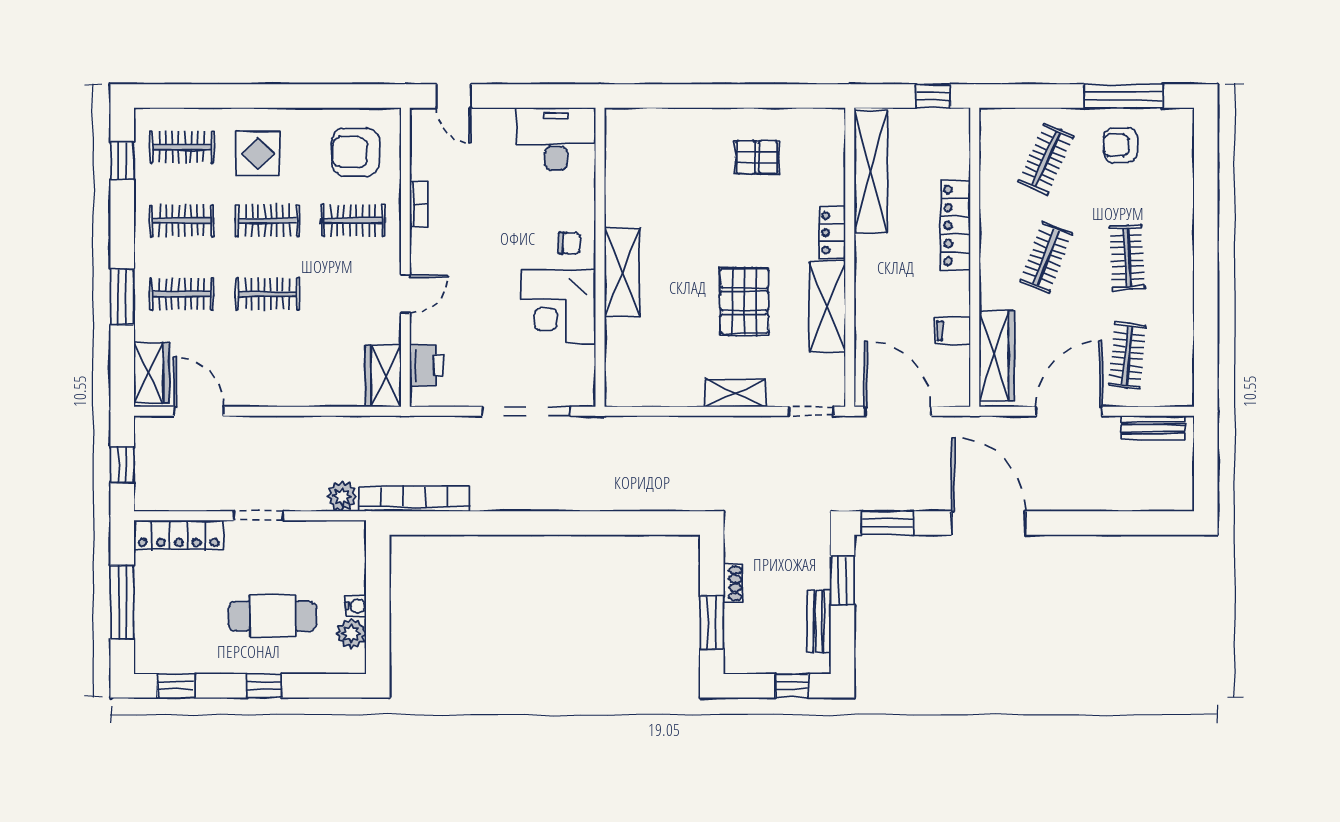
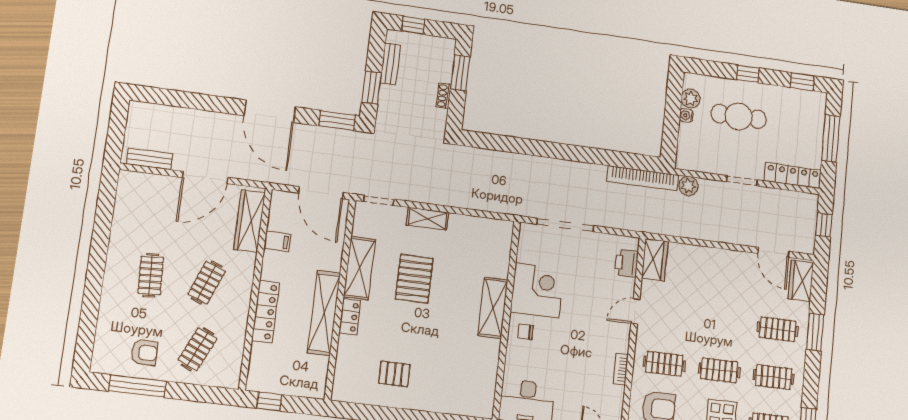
shelving: (871, 172) -> (324, 313), moved
clothes rail: (267, 294) -> (724, 322), removed
clothes rail: (1127, 356) -> (160, 209), removed

